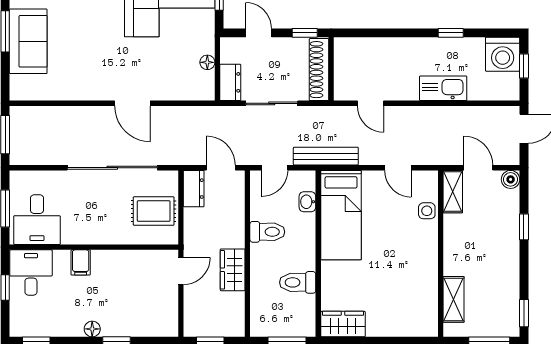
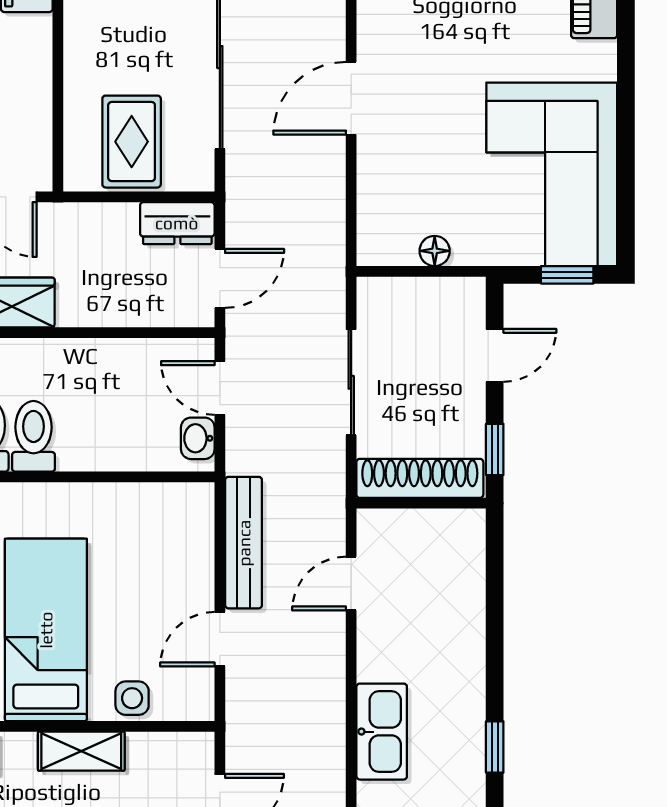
dresser: (230, 82) -> (394, 298), removed
bench: (326, 156) -> (244, 543), moved
shelving: (453, 192) -> (81, 751), moved
washbasin: (307, 202) -> (198, 438), moved, turned -90
bed: (341, 215) -> (46, 630), moved, turned 90
toilet: (267, 232) -> (33, 436), moved, turned 180

